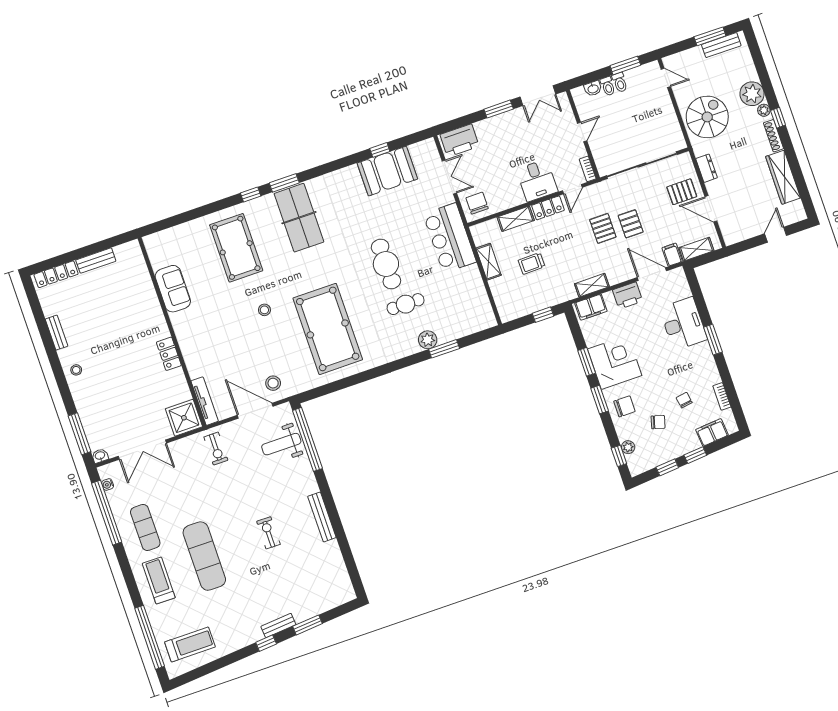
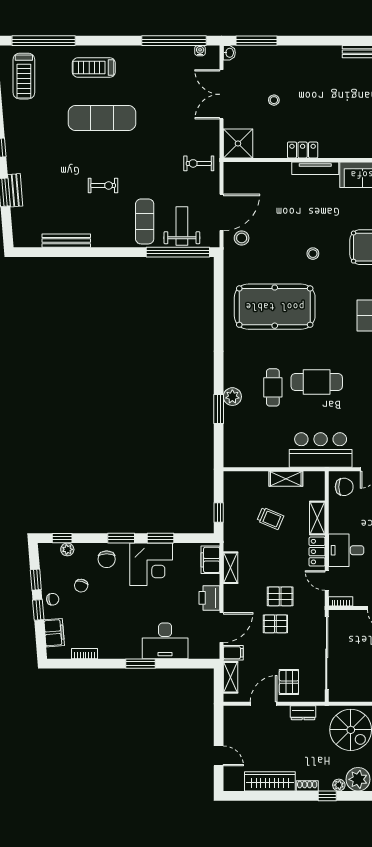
shoe rack: (774, 136) -> (307, 786), width x0.70
trolley: (532, 263) -> (270, 518), turned 114
stool: (76, 370) -> (274, 100), moved
chair: (684, 400) -> (53, 599), moved
tv unit: (205, 401) -> (315, 168), moved
bench: (322, 517) -> (66, 241), moved
exercise mat: (145, 527) -> (145, 221), moved, turned 90
treadmill: (159, 580) -> (94, 67), turned 180
bench: (278, 626) -> (15, 190), moved

